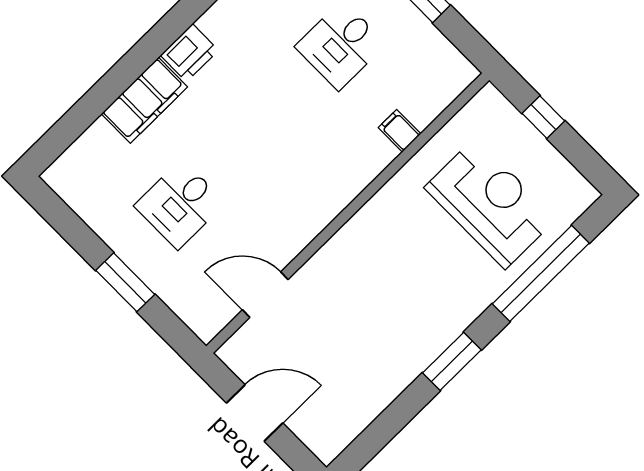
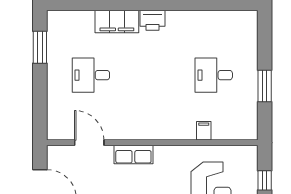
row of seats: (338, 253) -> (133, 154), added
window: (125, 282) -> (40, 47), moved

